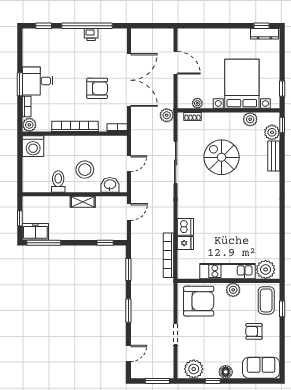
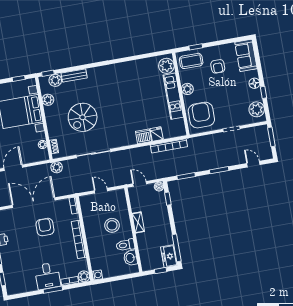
washing machine: (33, 146) -> (97, 275), width x0.53, depth x0.53
washbasin: (110, 185) -> (130, 258), moved
boiler: (121, 235) -> (159, 187), added

